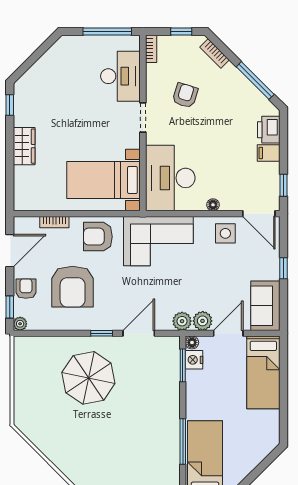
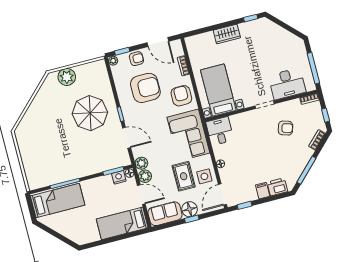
desk: (170, 178) -> (220, 131), width x0.53, depth x0.77
rug: (217, 264) -> (184, 176), added
floor lamp: (268, 268) -> (190, 209), added
armchair: (73, 287) -> (145, 88), turned 180
plant: (26, 398) -> (67, 77), added

